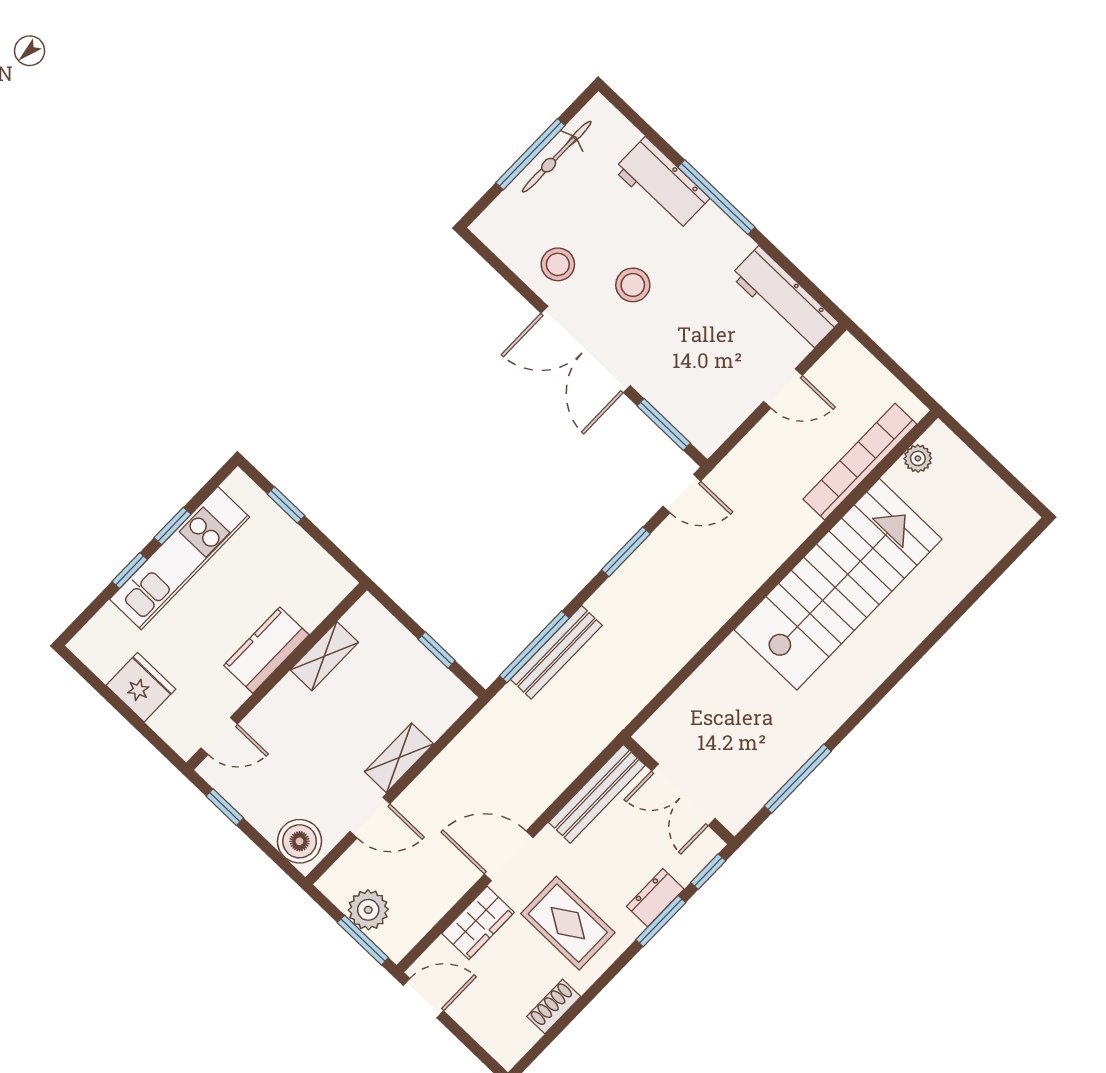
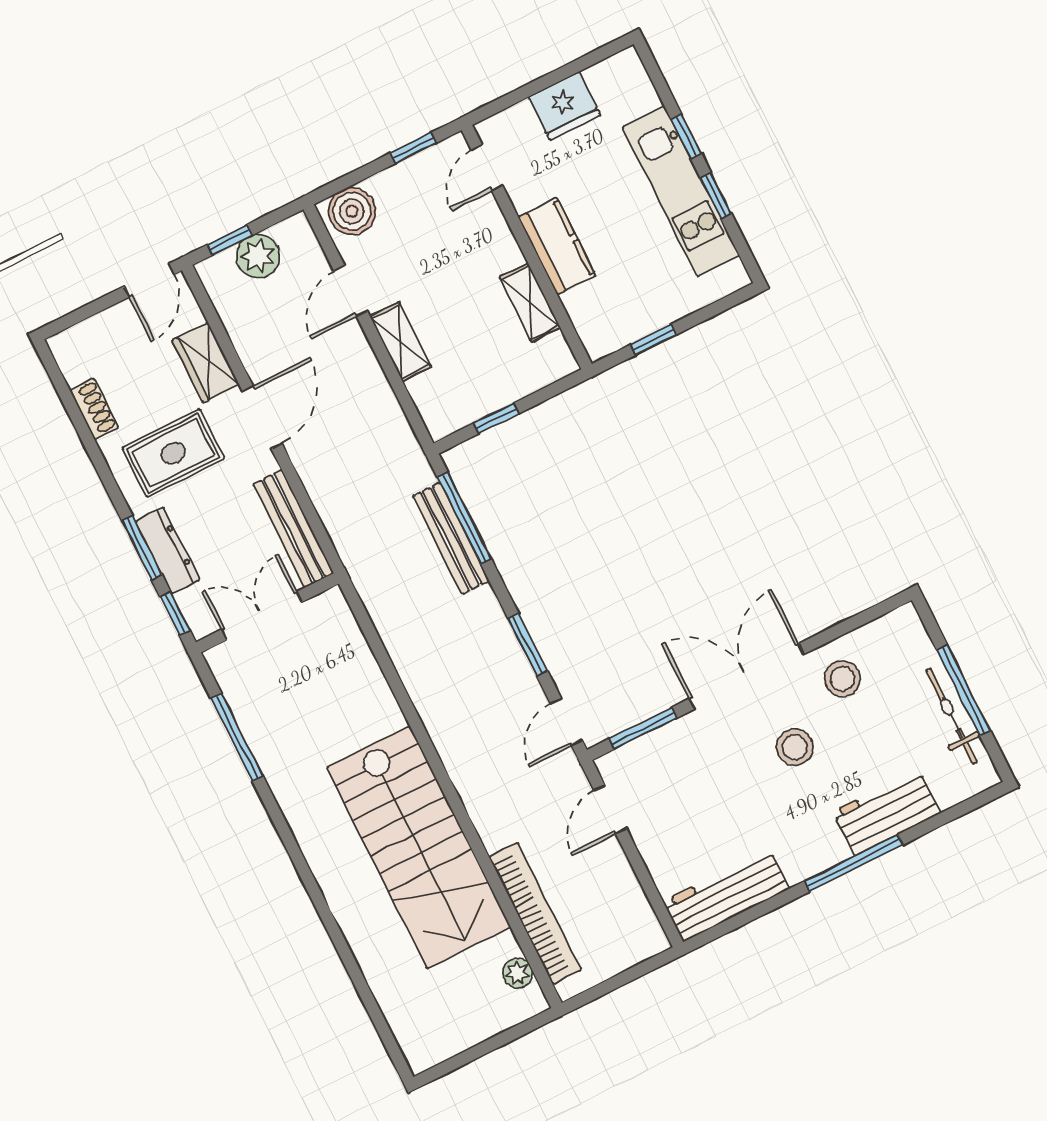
door: (783, 388) -> (610, 809), moved
window: (286, 505) -> (653, 340), moved
dresser: (655, 898) -> (168, 551), width x1.44
window: (363, 940) -> (229, 240), width x0.67

